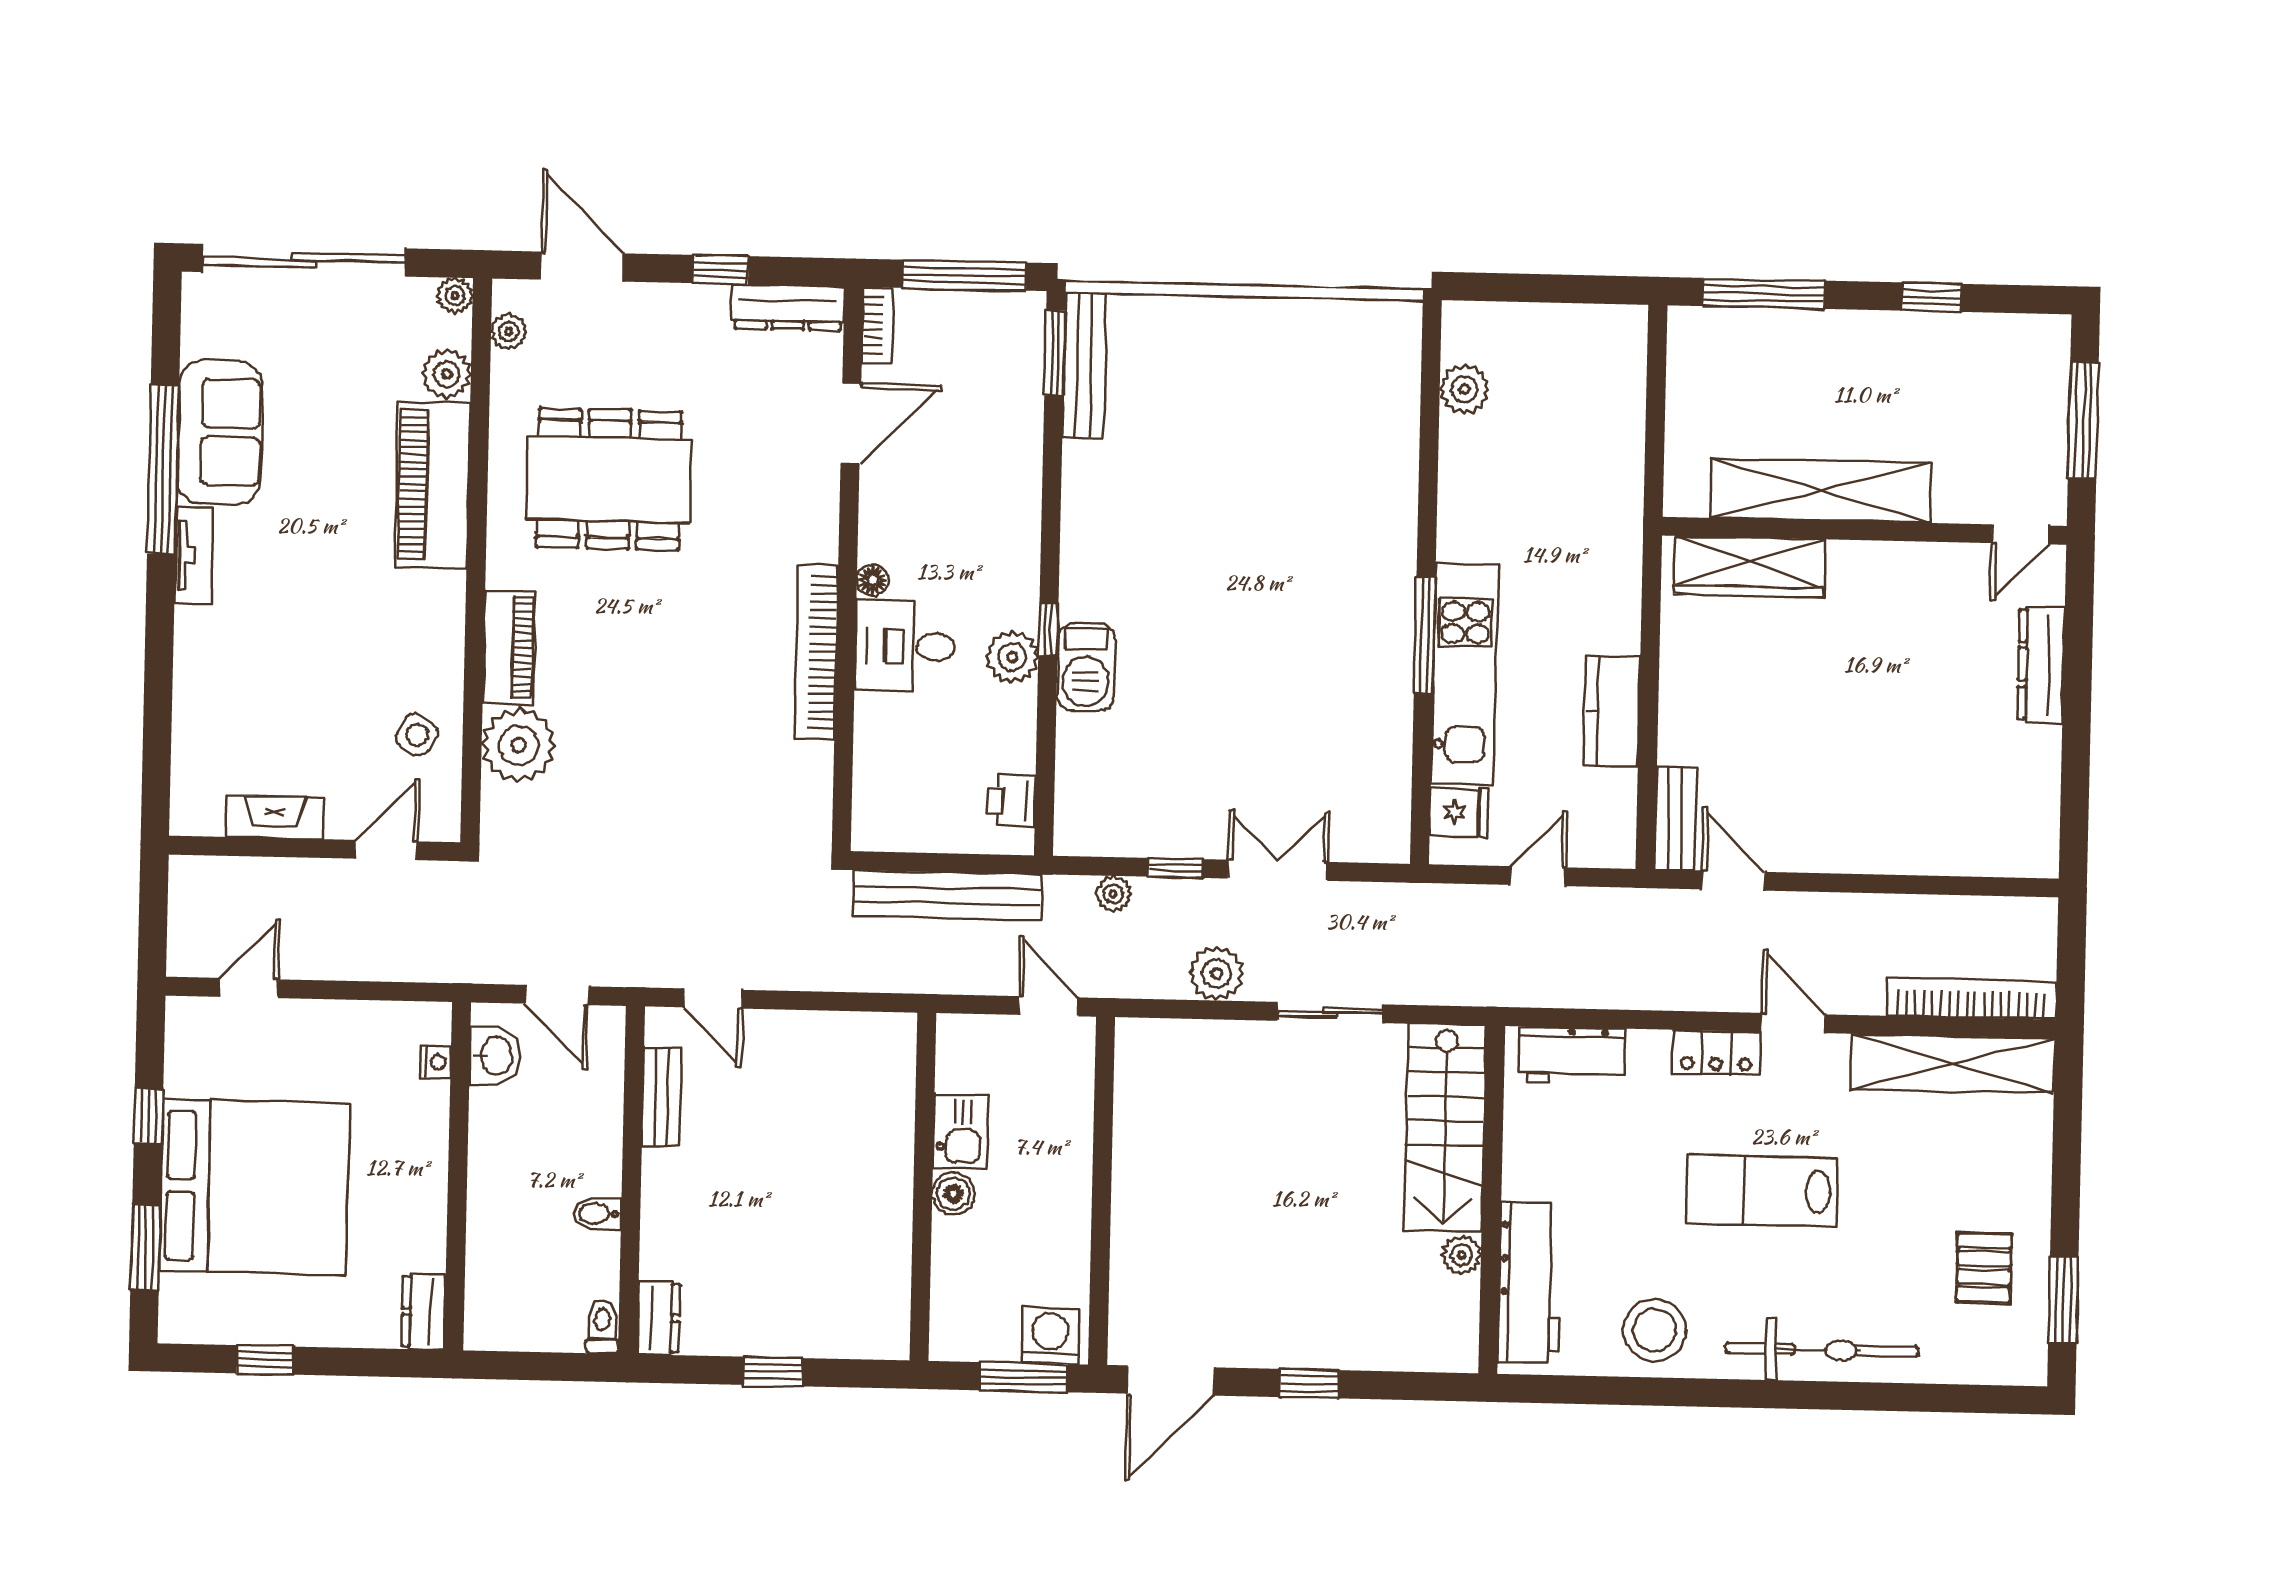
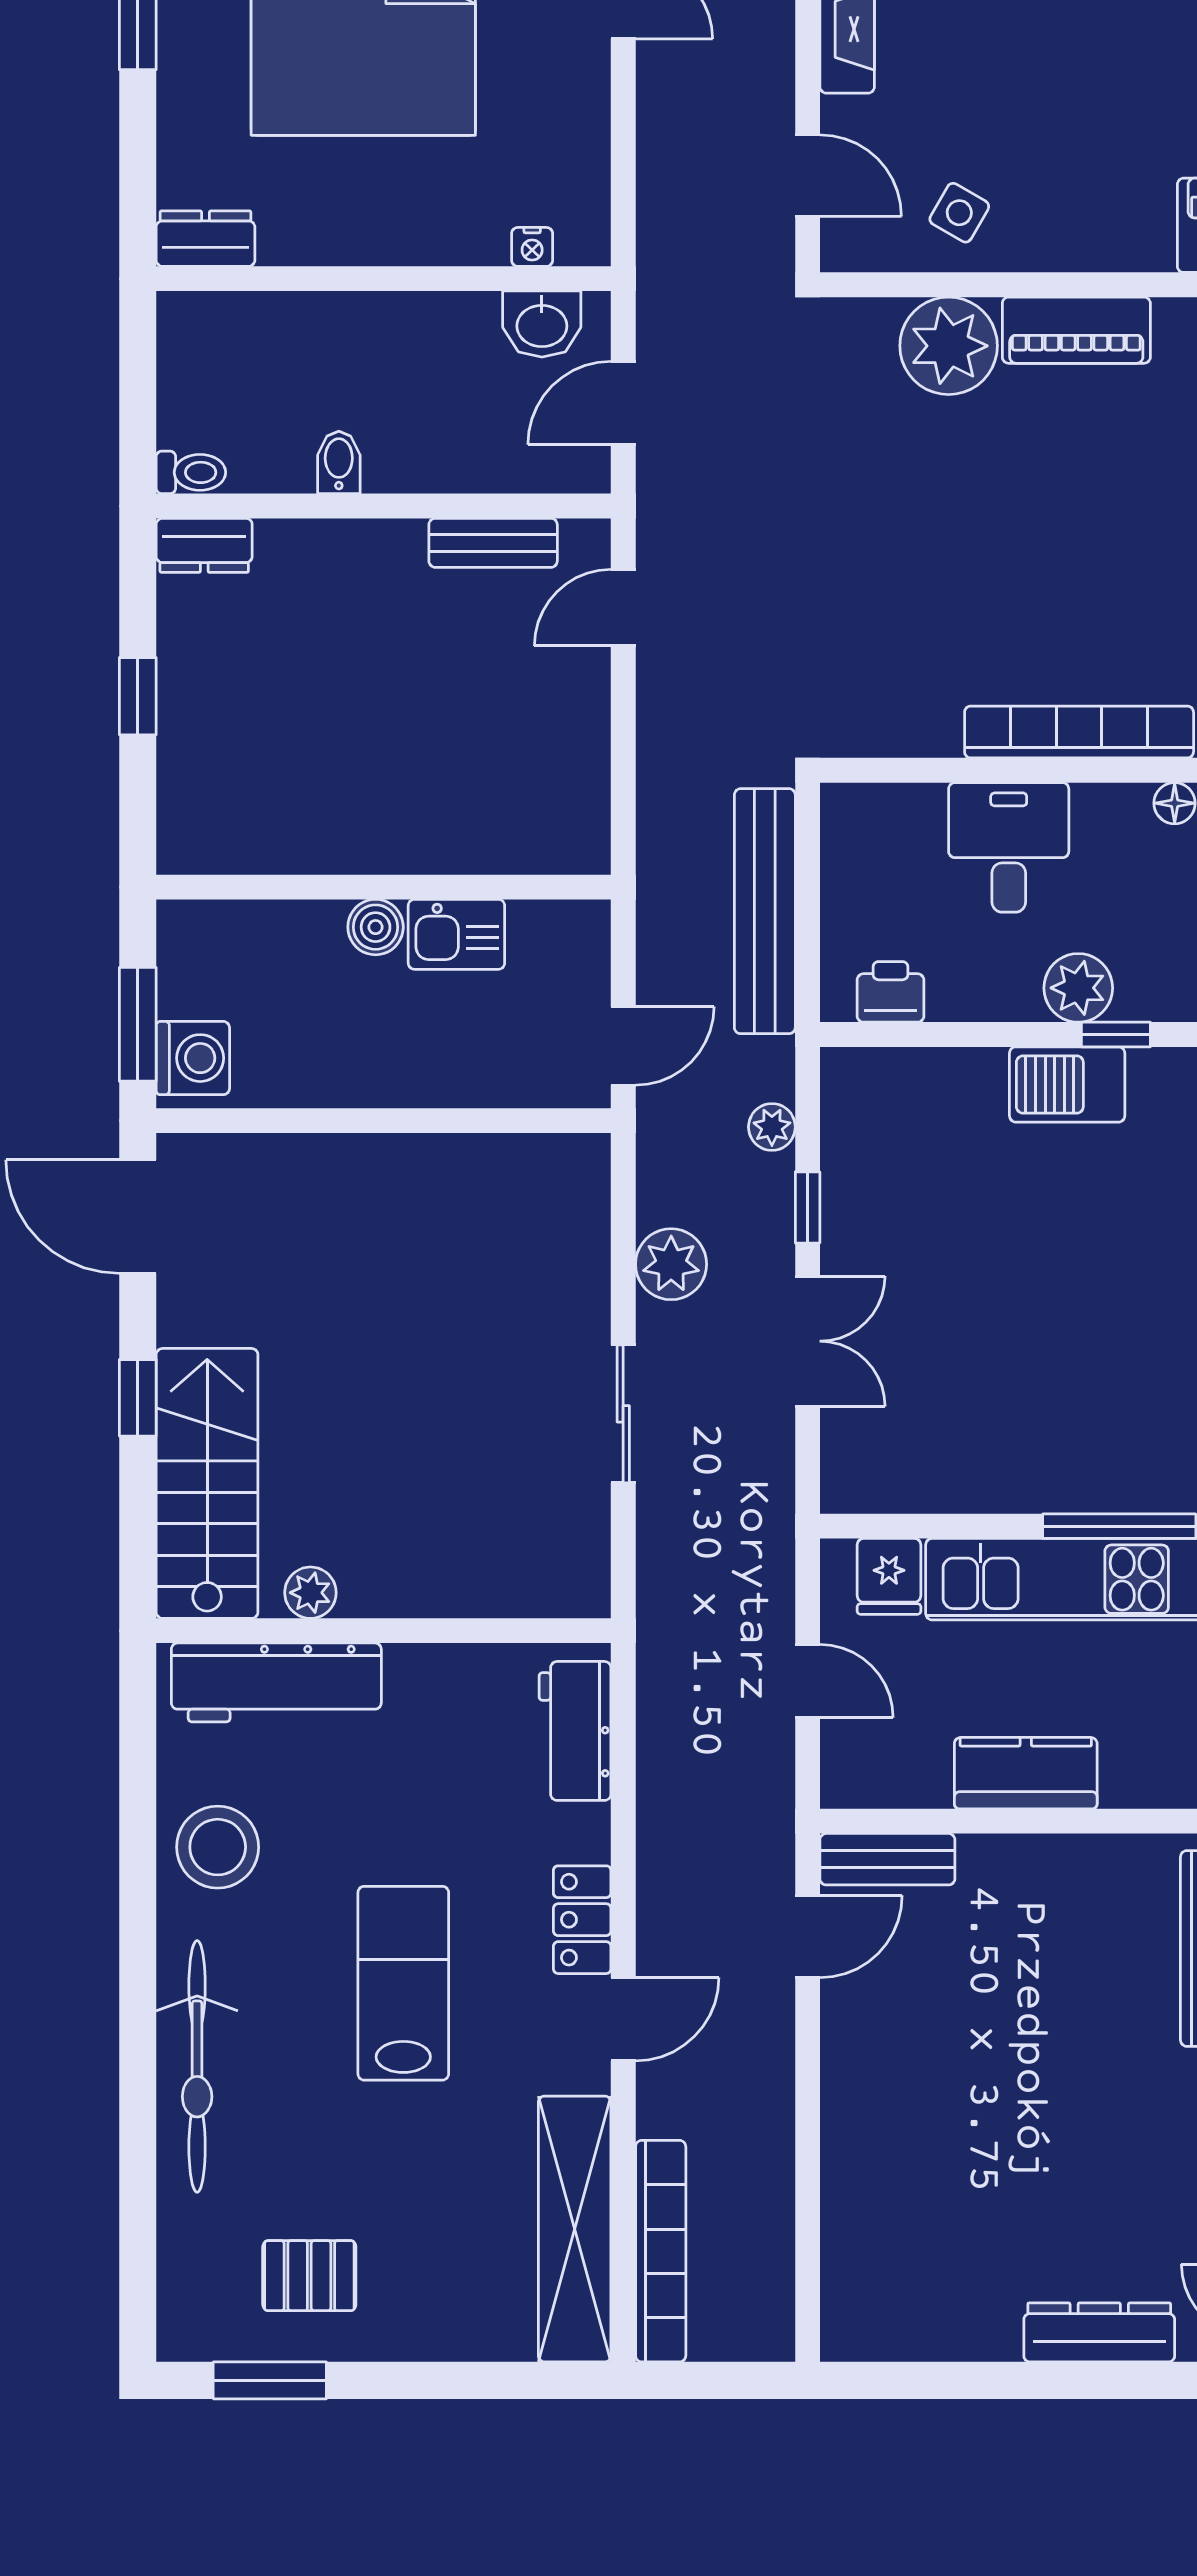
desk: (905, 646) -> (1009, 847), moved
stairs: (1445, 1128) -> (207, 1483), moved, turned 90

